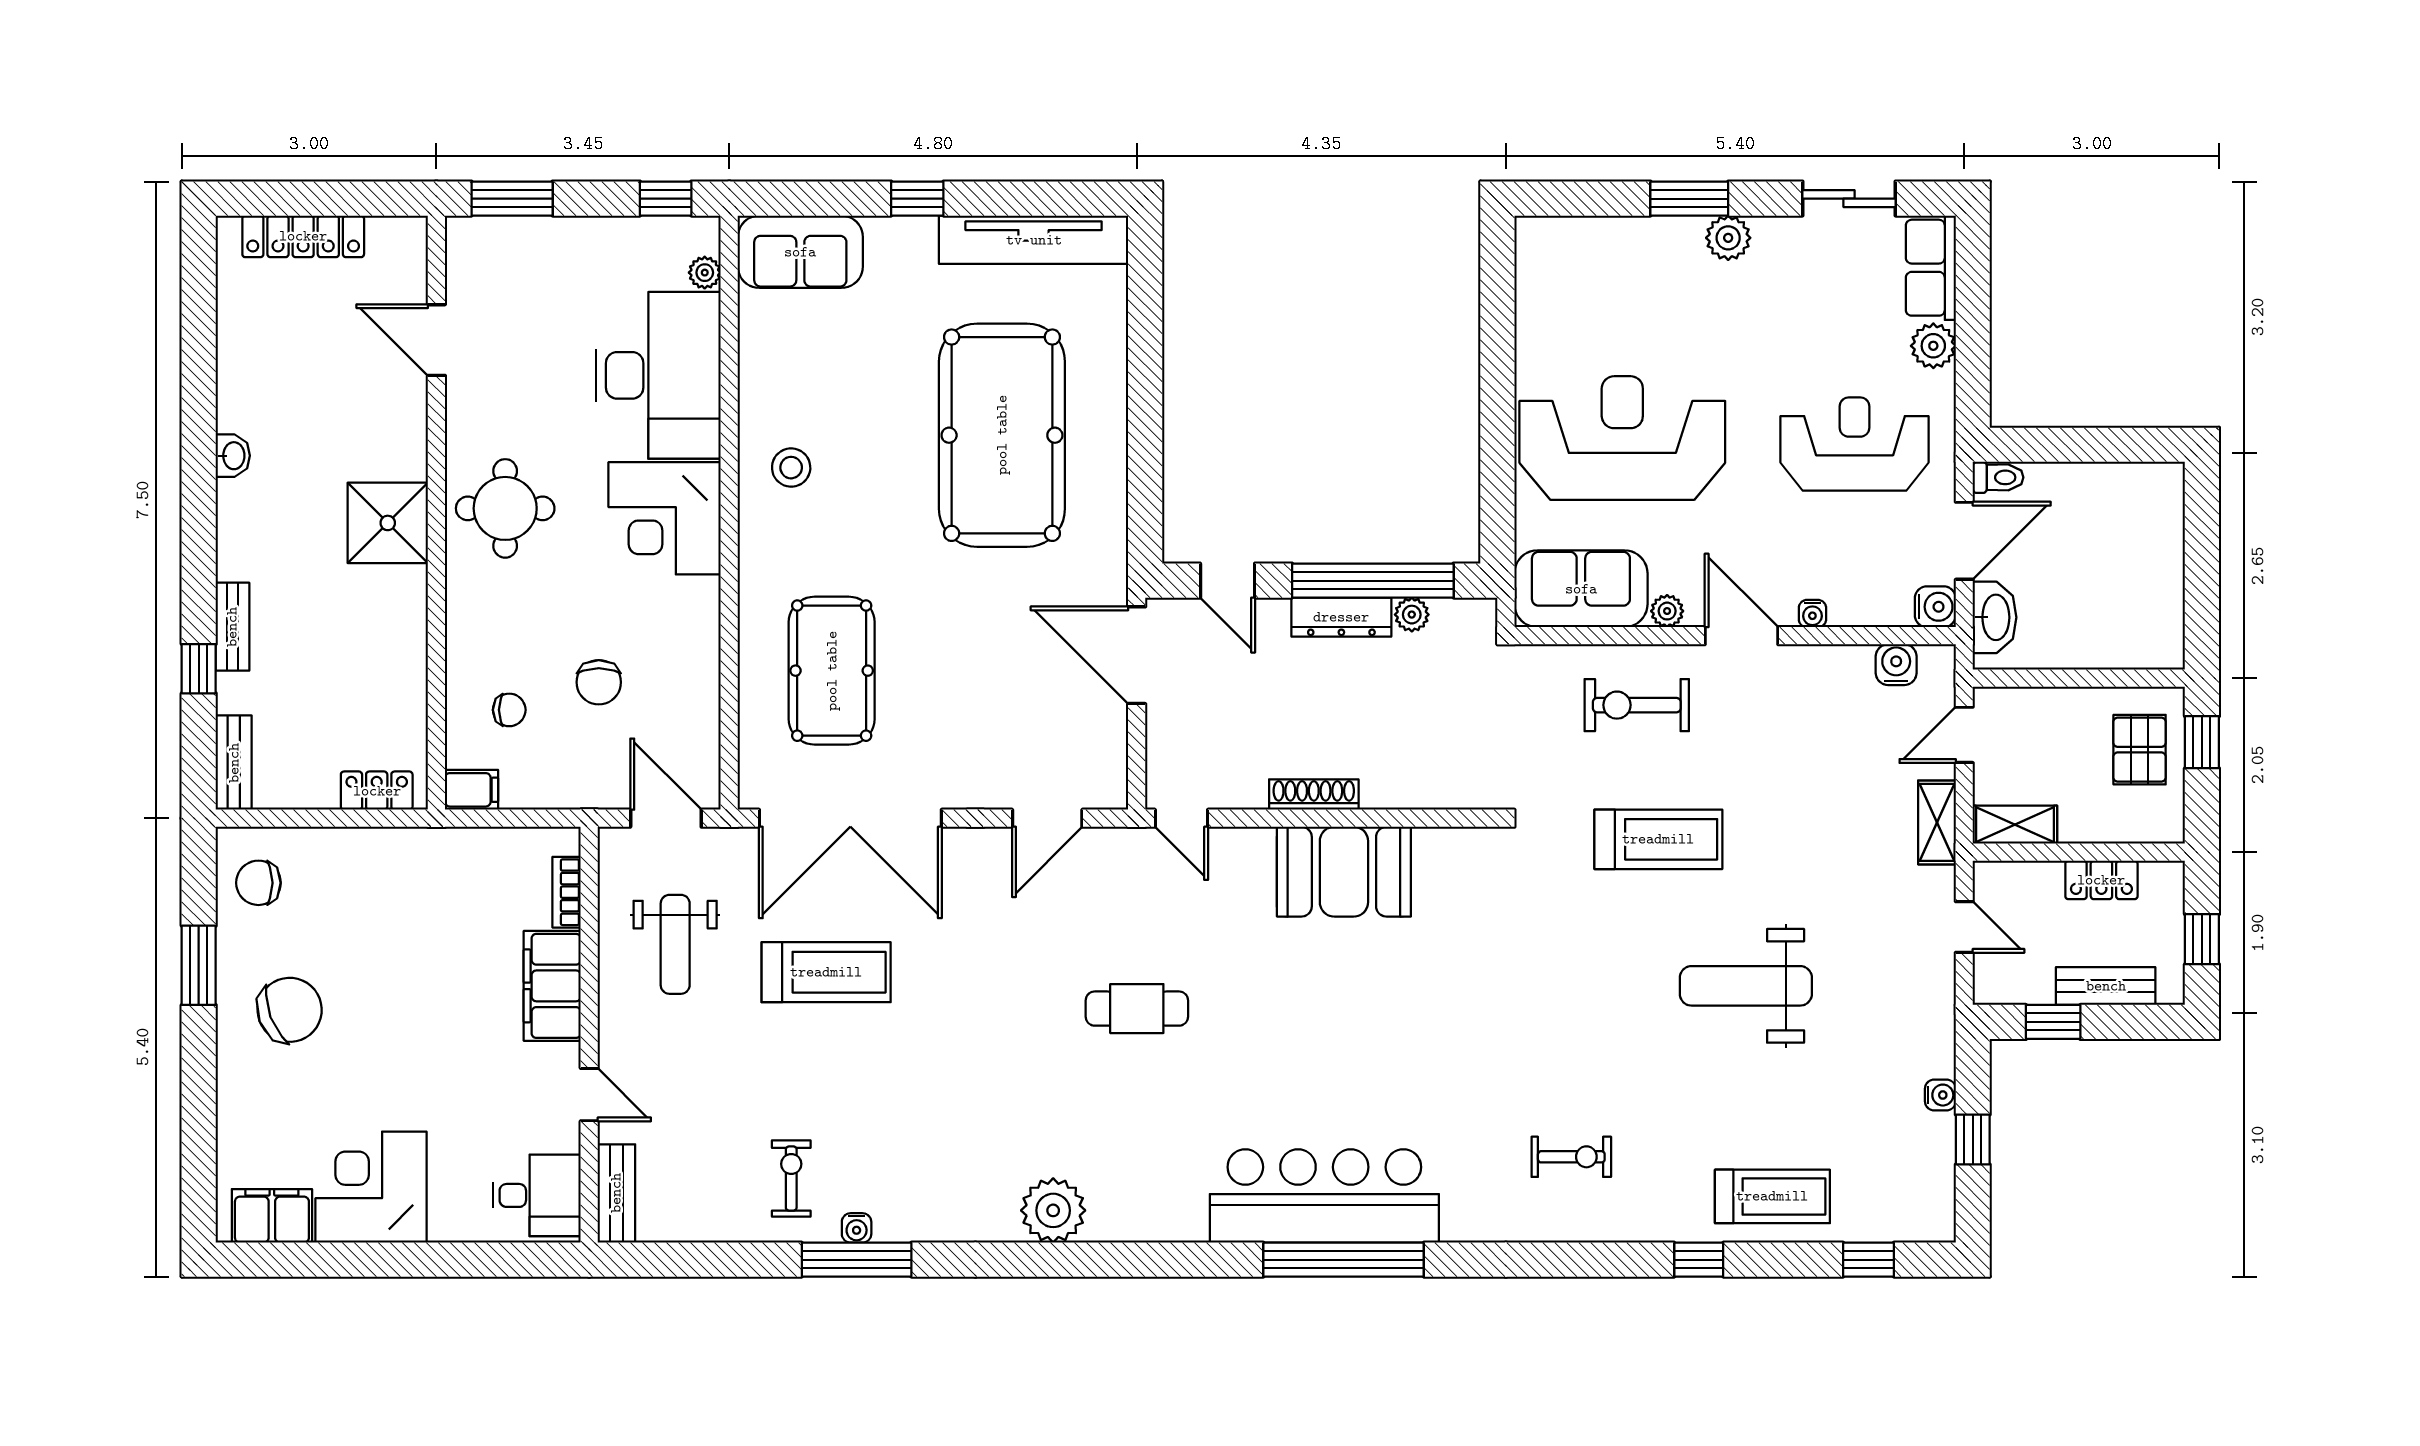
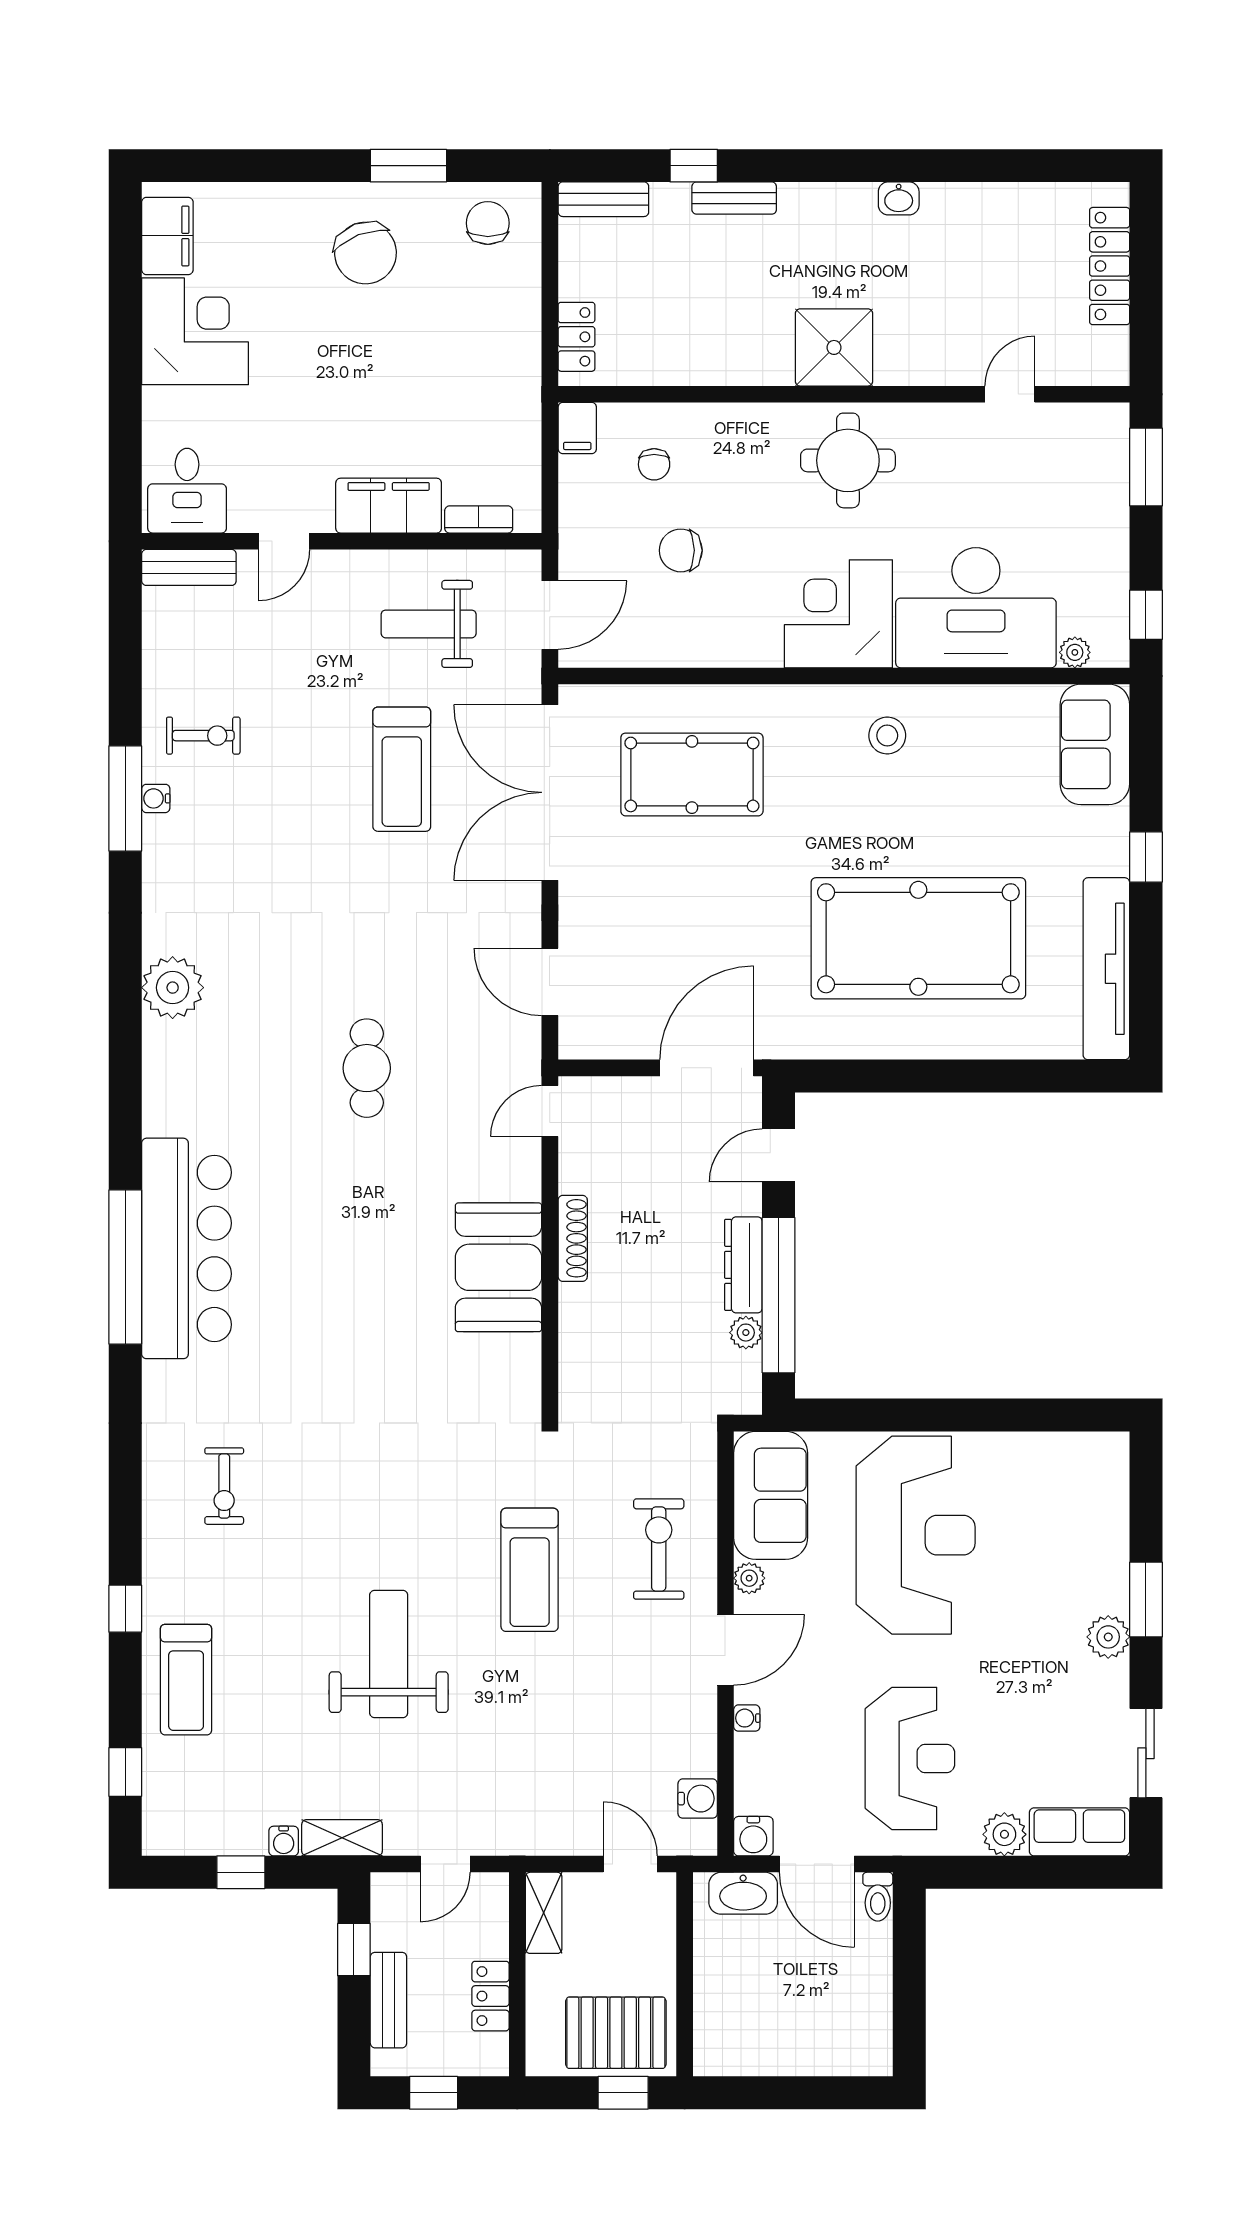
door: (436, 340) -> (1010, 394), width x0.73
pallet: (2140, 750) -> (616, 2033), width x1.50, depth x1.42
shelving: (1937, 822) -> (342, 1838), moved

